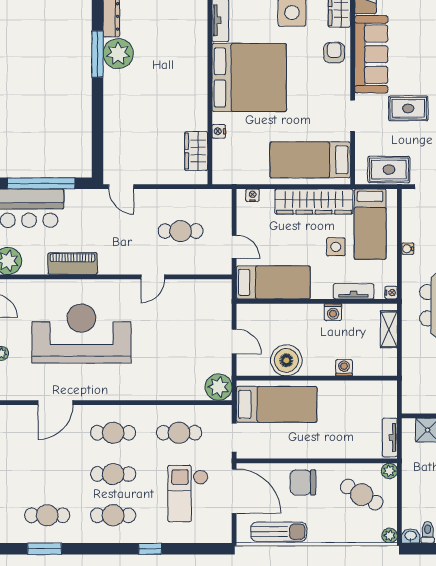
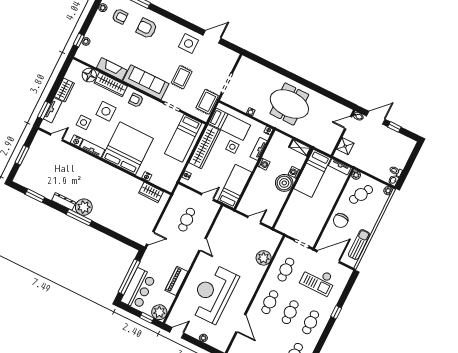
shelving: (389, 329) -> (300, 148), moved
boiler: (286, 360) -> (284, 183), moved
plant: (219, 387) -> (264, 258), moved
bed: (277, 404) -> (312, 173), moved, turned 180

